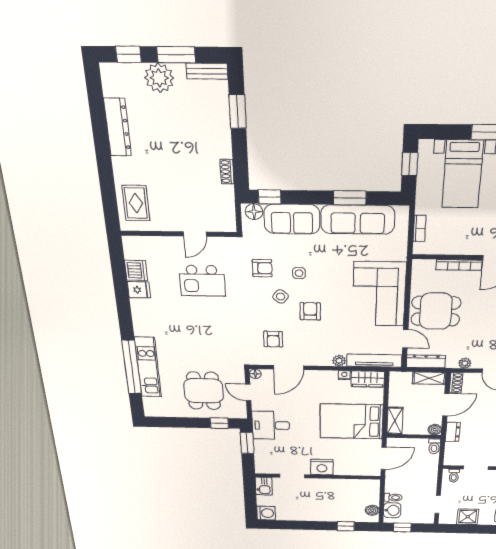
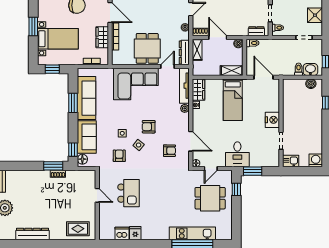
window: (238, 112) -> (53, 166), moved
wardrobe: (459, 245) -> (102, 37), added
bed: (351, 421) -> (233, 100), width x0.67
dresser: (453, 432) -> (256, 31), moved

